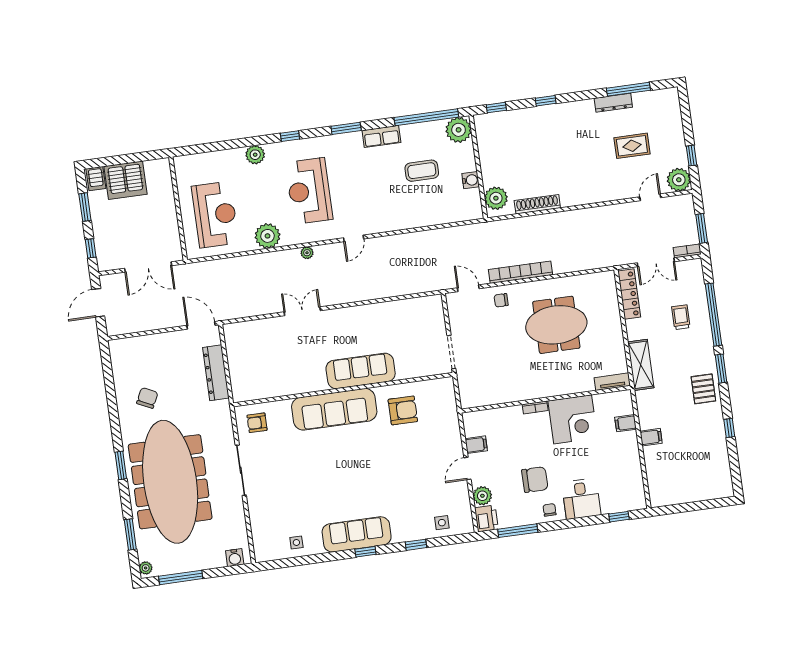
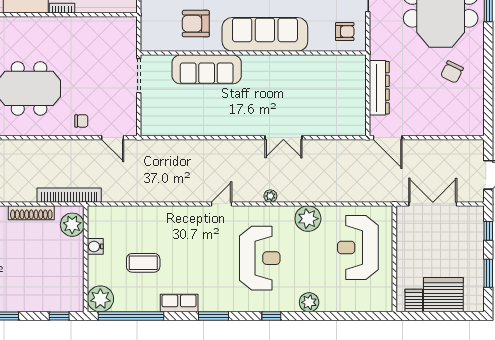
server rack: (96, 179) -> (414, 300), moved
bookcase: (521, 272) -> (69, 195), moved, turned 180
sofa: (361, 371) -> (207, 69), moved

